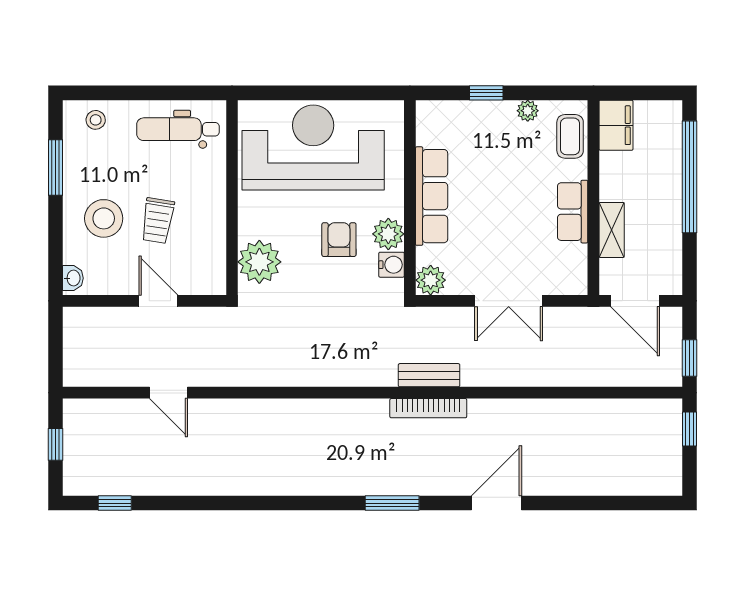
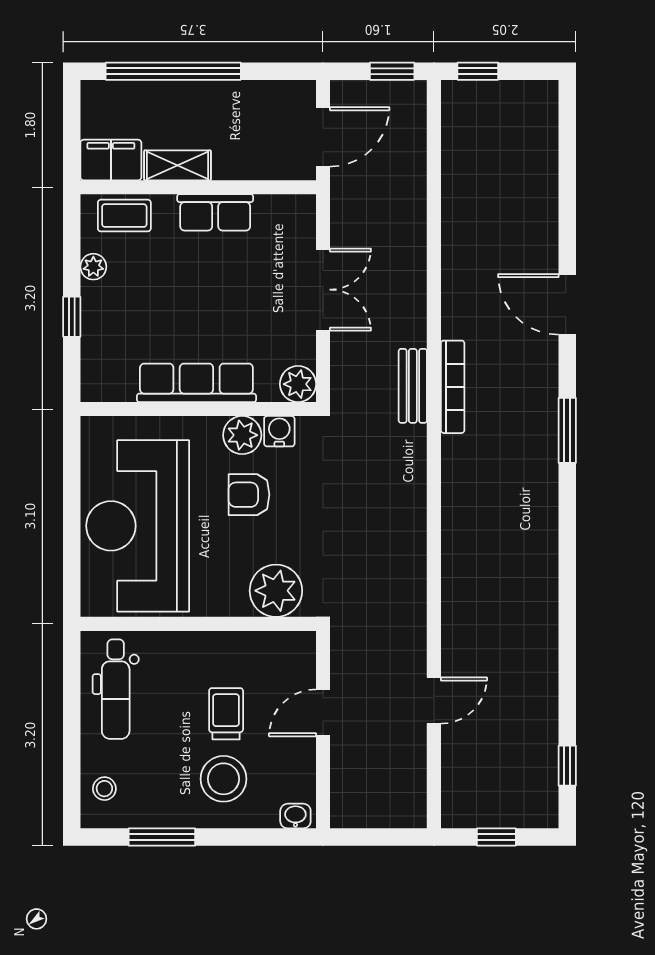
trolley: (158, 221) -> (226, 714), turned -99
shelving: (612, 230) -> (177, 165), moved

